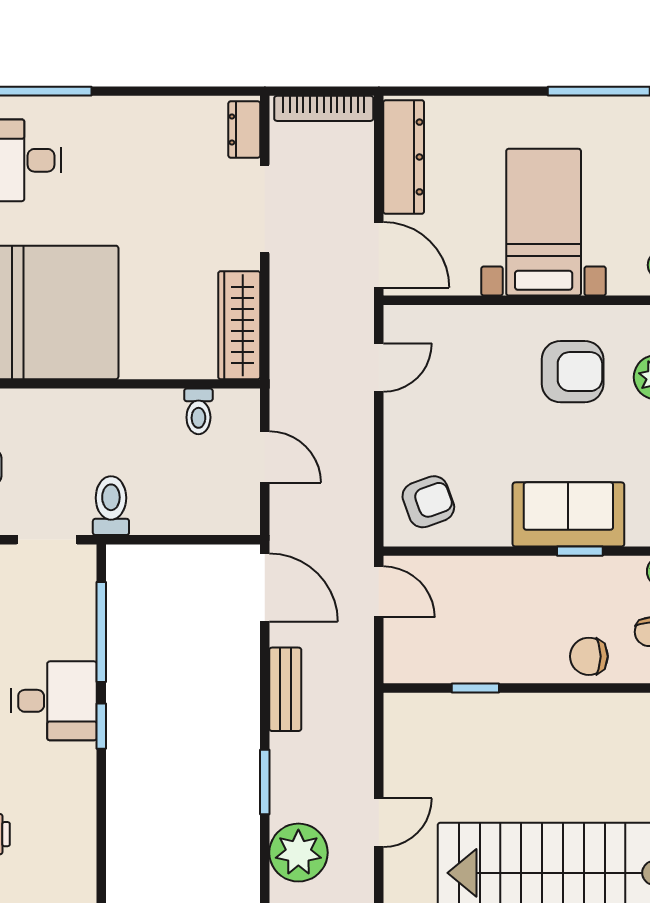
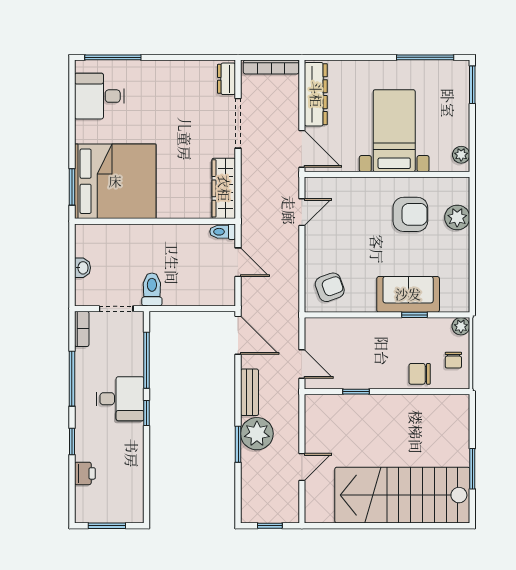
toilet: (198, 411) -> (223, 232), moved, turned 90
door: (379, 592) -> (302, 364), moved
plant: (298, 853) -> (257, 434), moved

